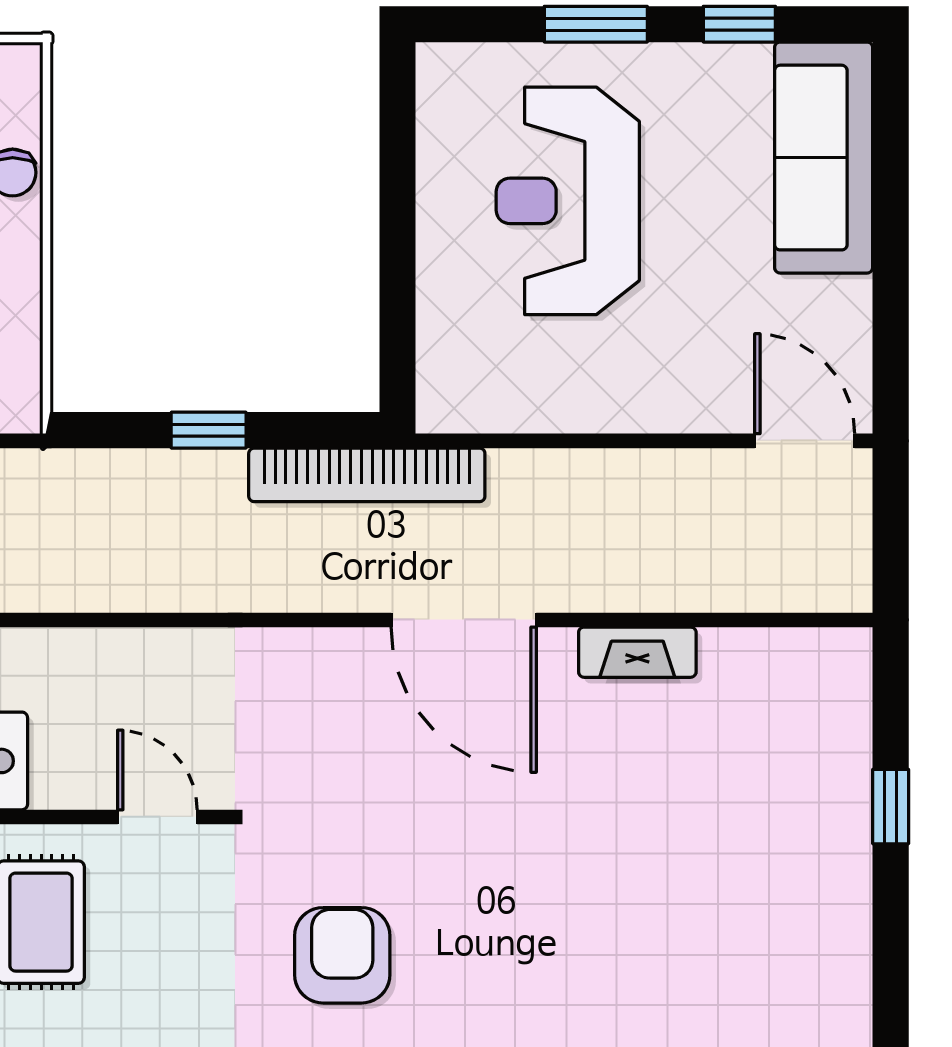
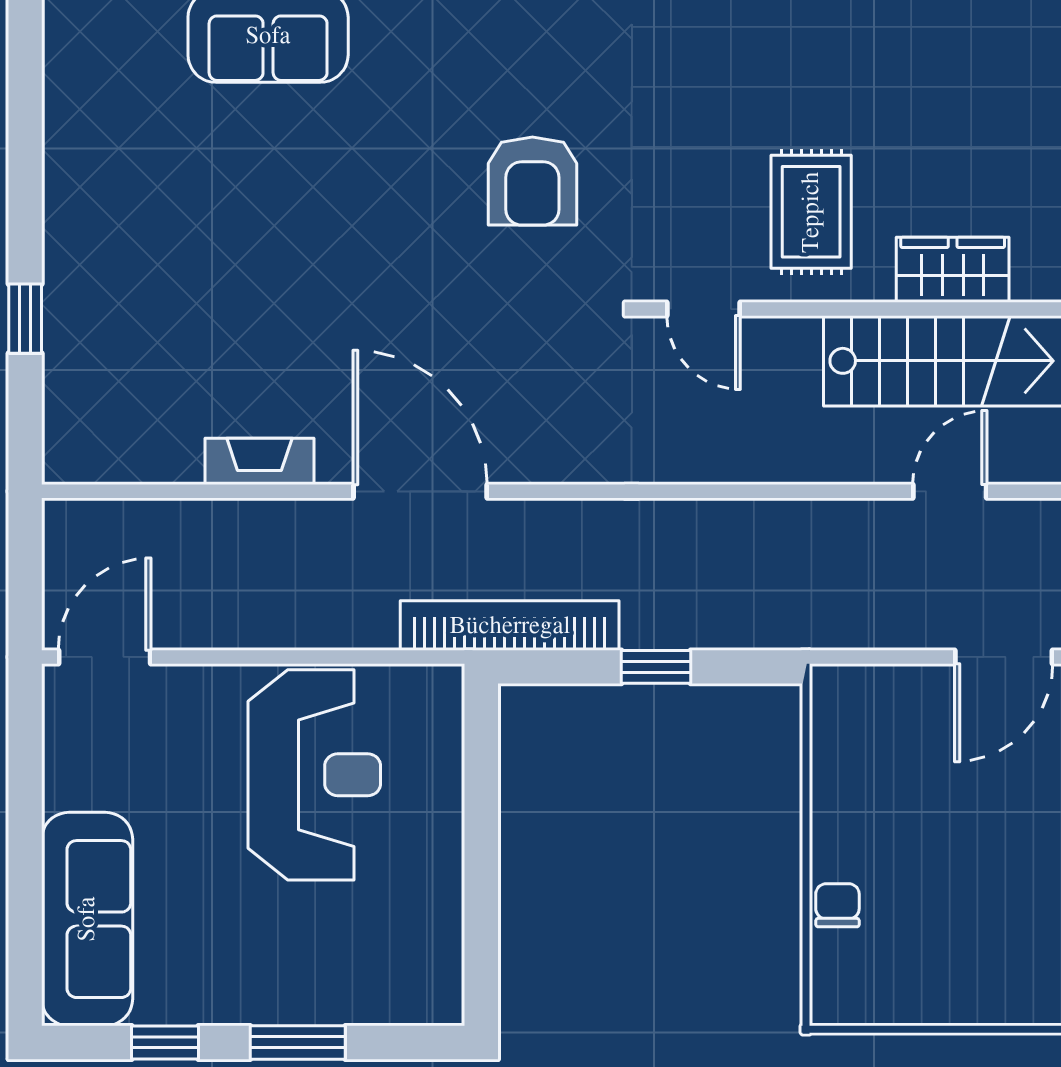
reception desk: (568, 201) -> (314, 775), moved
door: (805, 441) -> (105, 657), swing flipped

